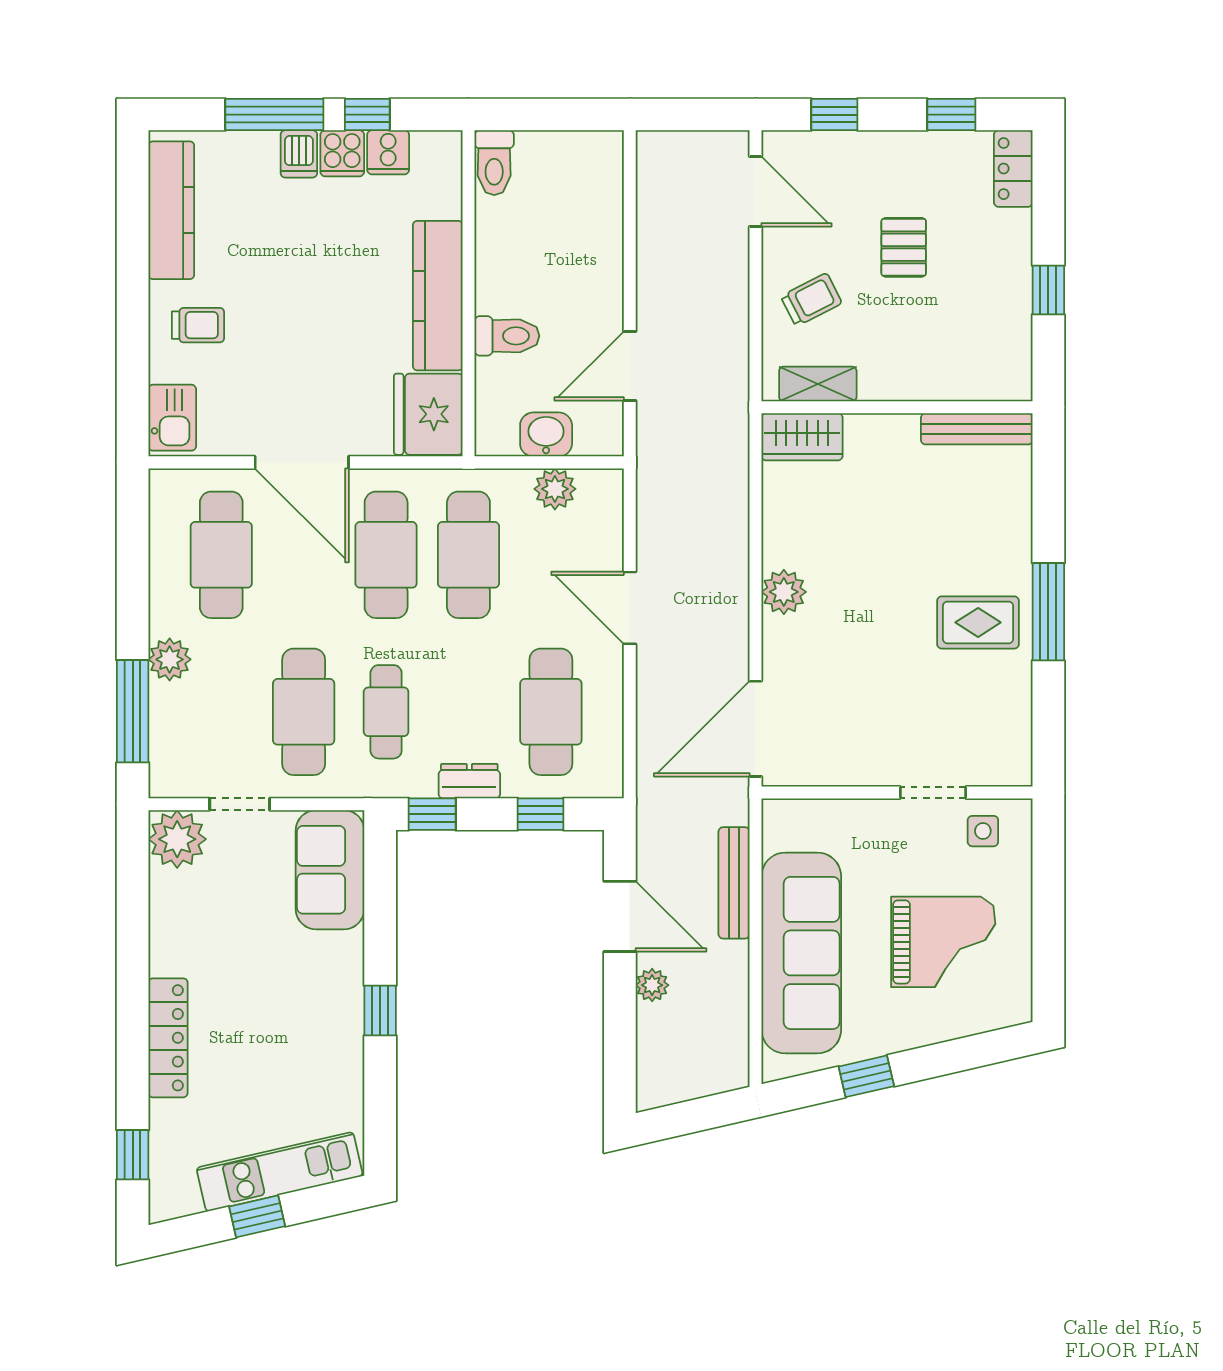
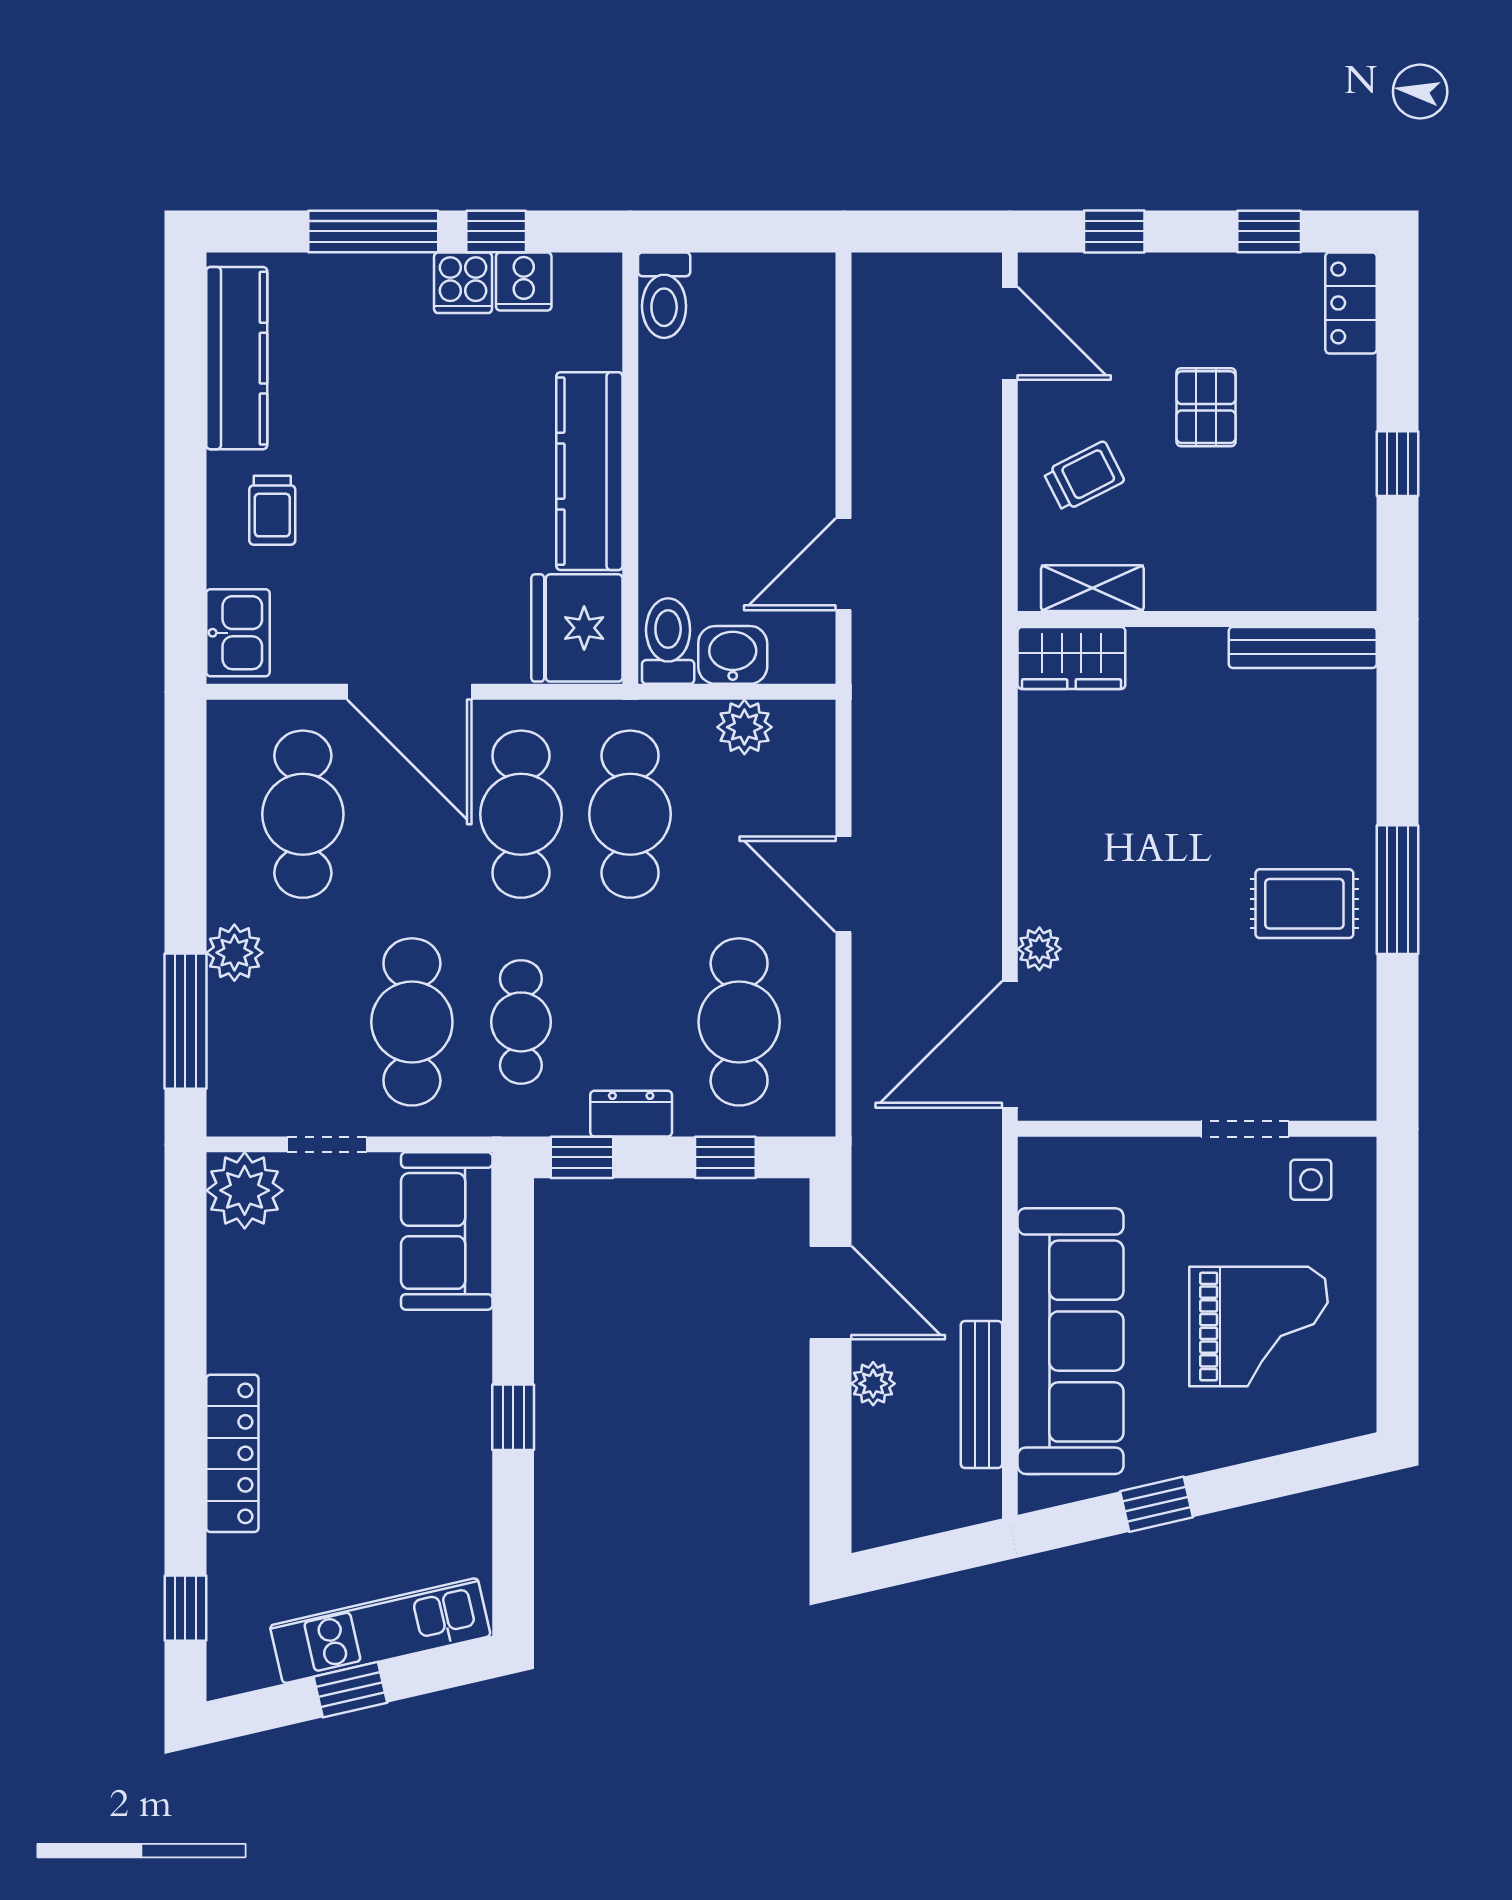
dishwasher: (299, 154) -> (406, 284), removed
trolley: (198, 325) -> (272, 510), turned 90
toilet: (507, 336) -> (668, 641), moved, turned -90
plant: (784, 592) -> (1039, 949), moved, width x0.73, depth x0.73
bench: (734, 883) -> (982, 1394), moved

